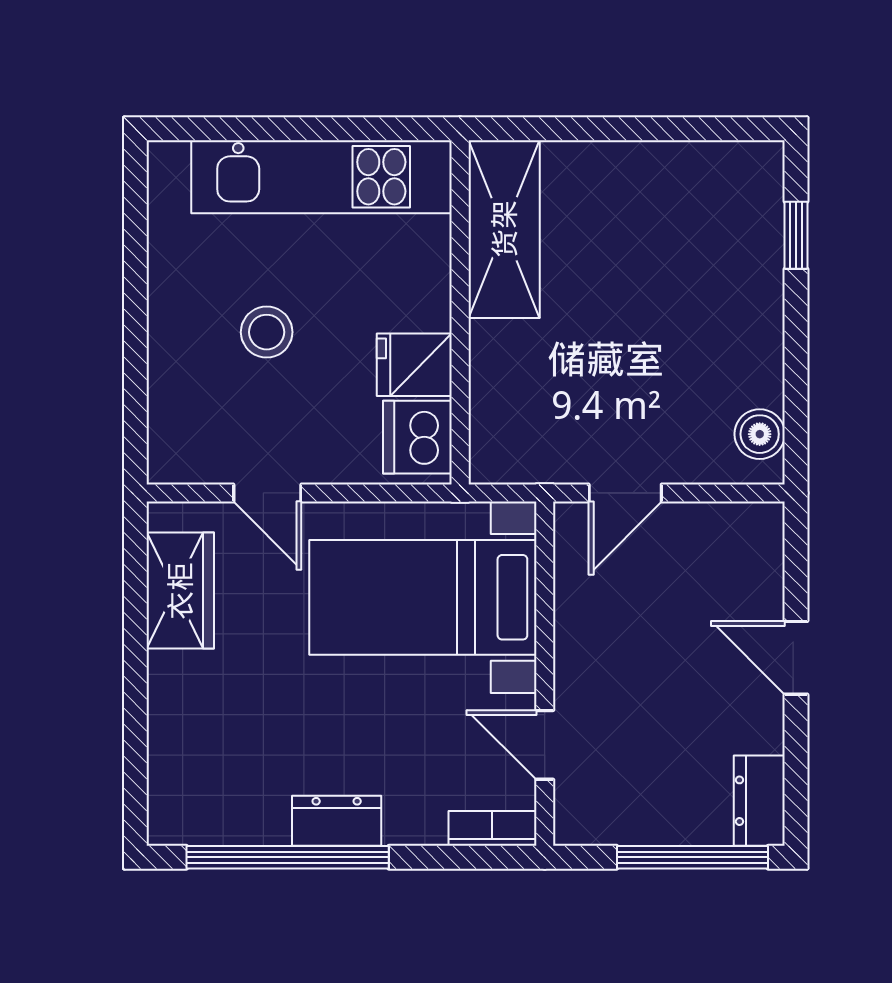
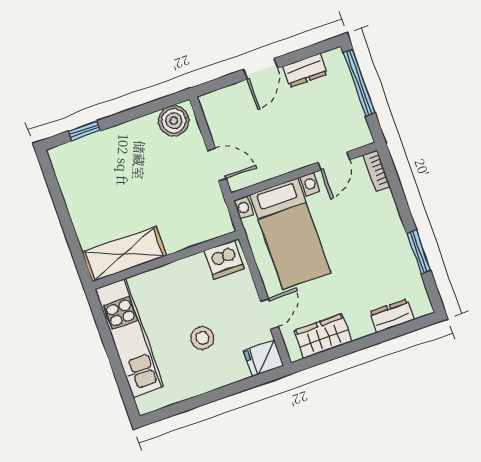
fridge: (414, 365) -> (263, 358), moved, turned 90
boiler: (760, 434) -> (174, 121), width x1.36, depth x1.36
dresser: (759, 801) -> (305, 70), moved
dresser: (337, 821) -> (392, 316), moved, turned 90
window: (288, 857) -> (419, 252), width x0.47

